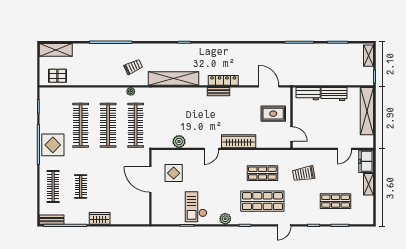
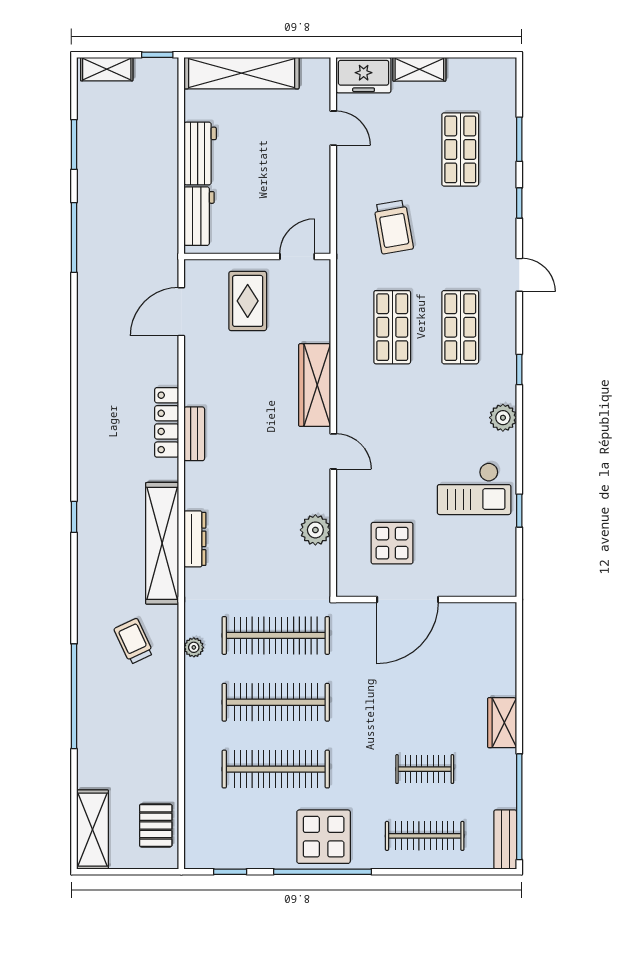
dresser: (175, 92) -> (195, 539), added
shop shelf: (262, 201) -> (460, 327), width x0.70, depth x0.74

